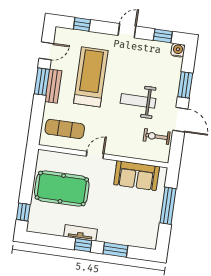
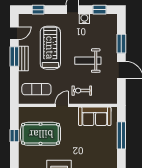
water cooler: (178, 50) -> (84, 19), moved
exercise bike: (157, 137) -> (82, 91), moved
window: (23, 212) -> (14, 136), moved

